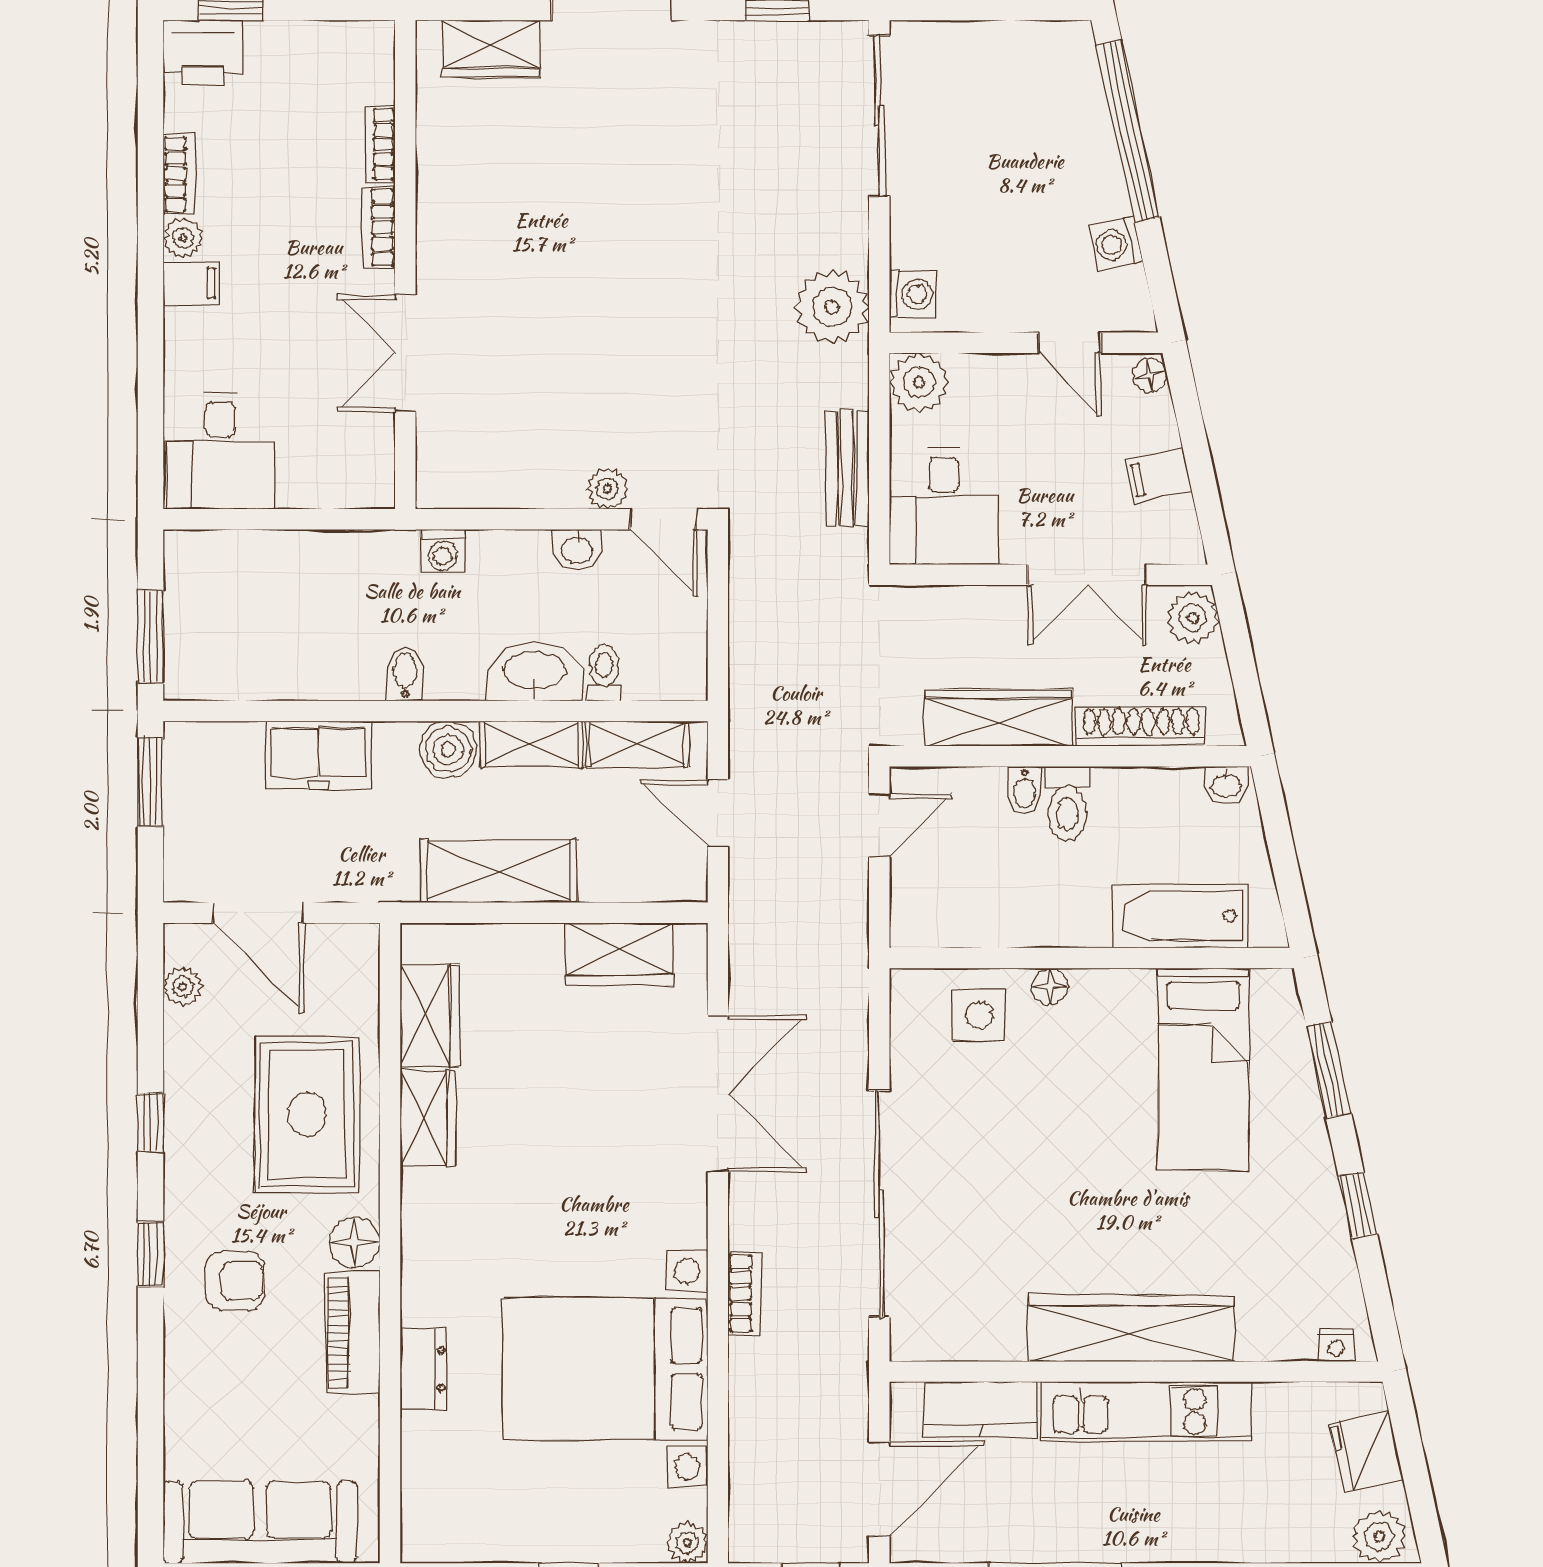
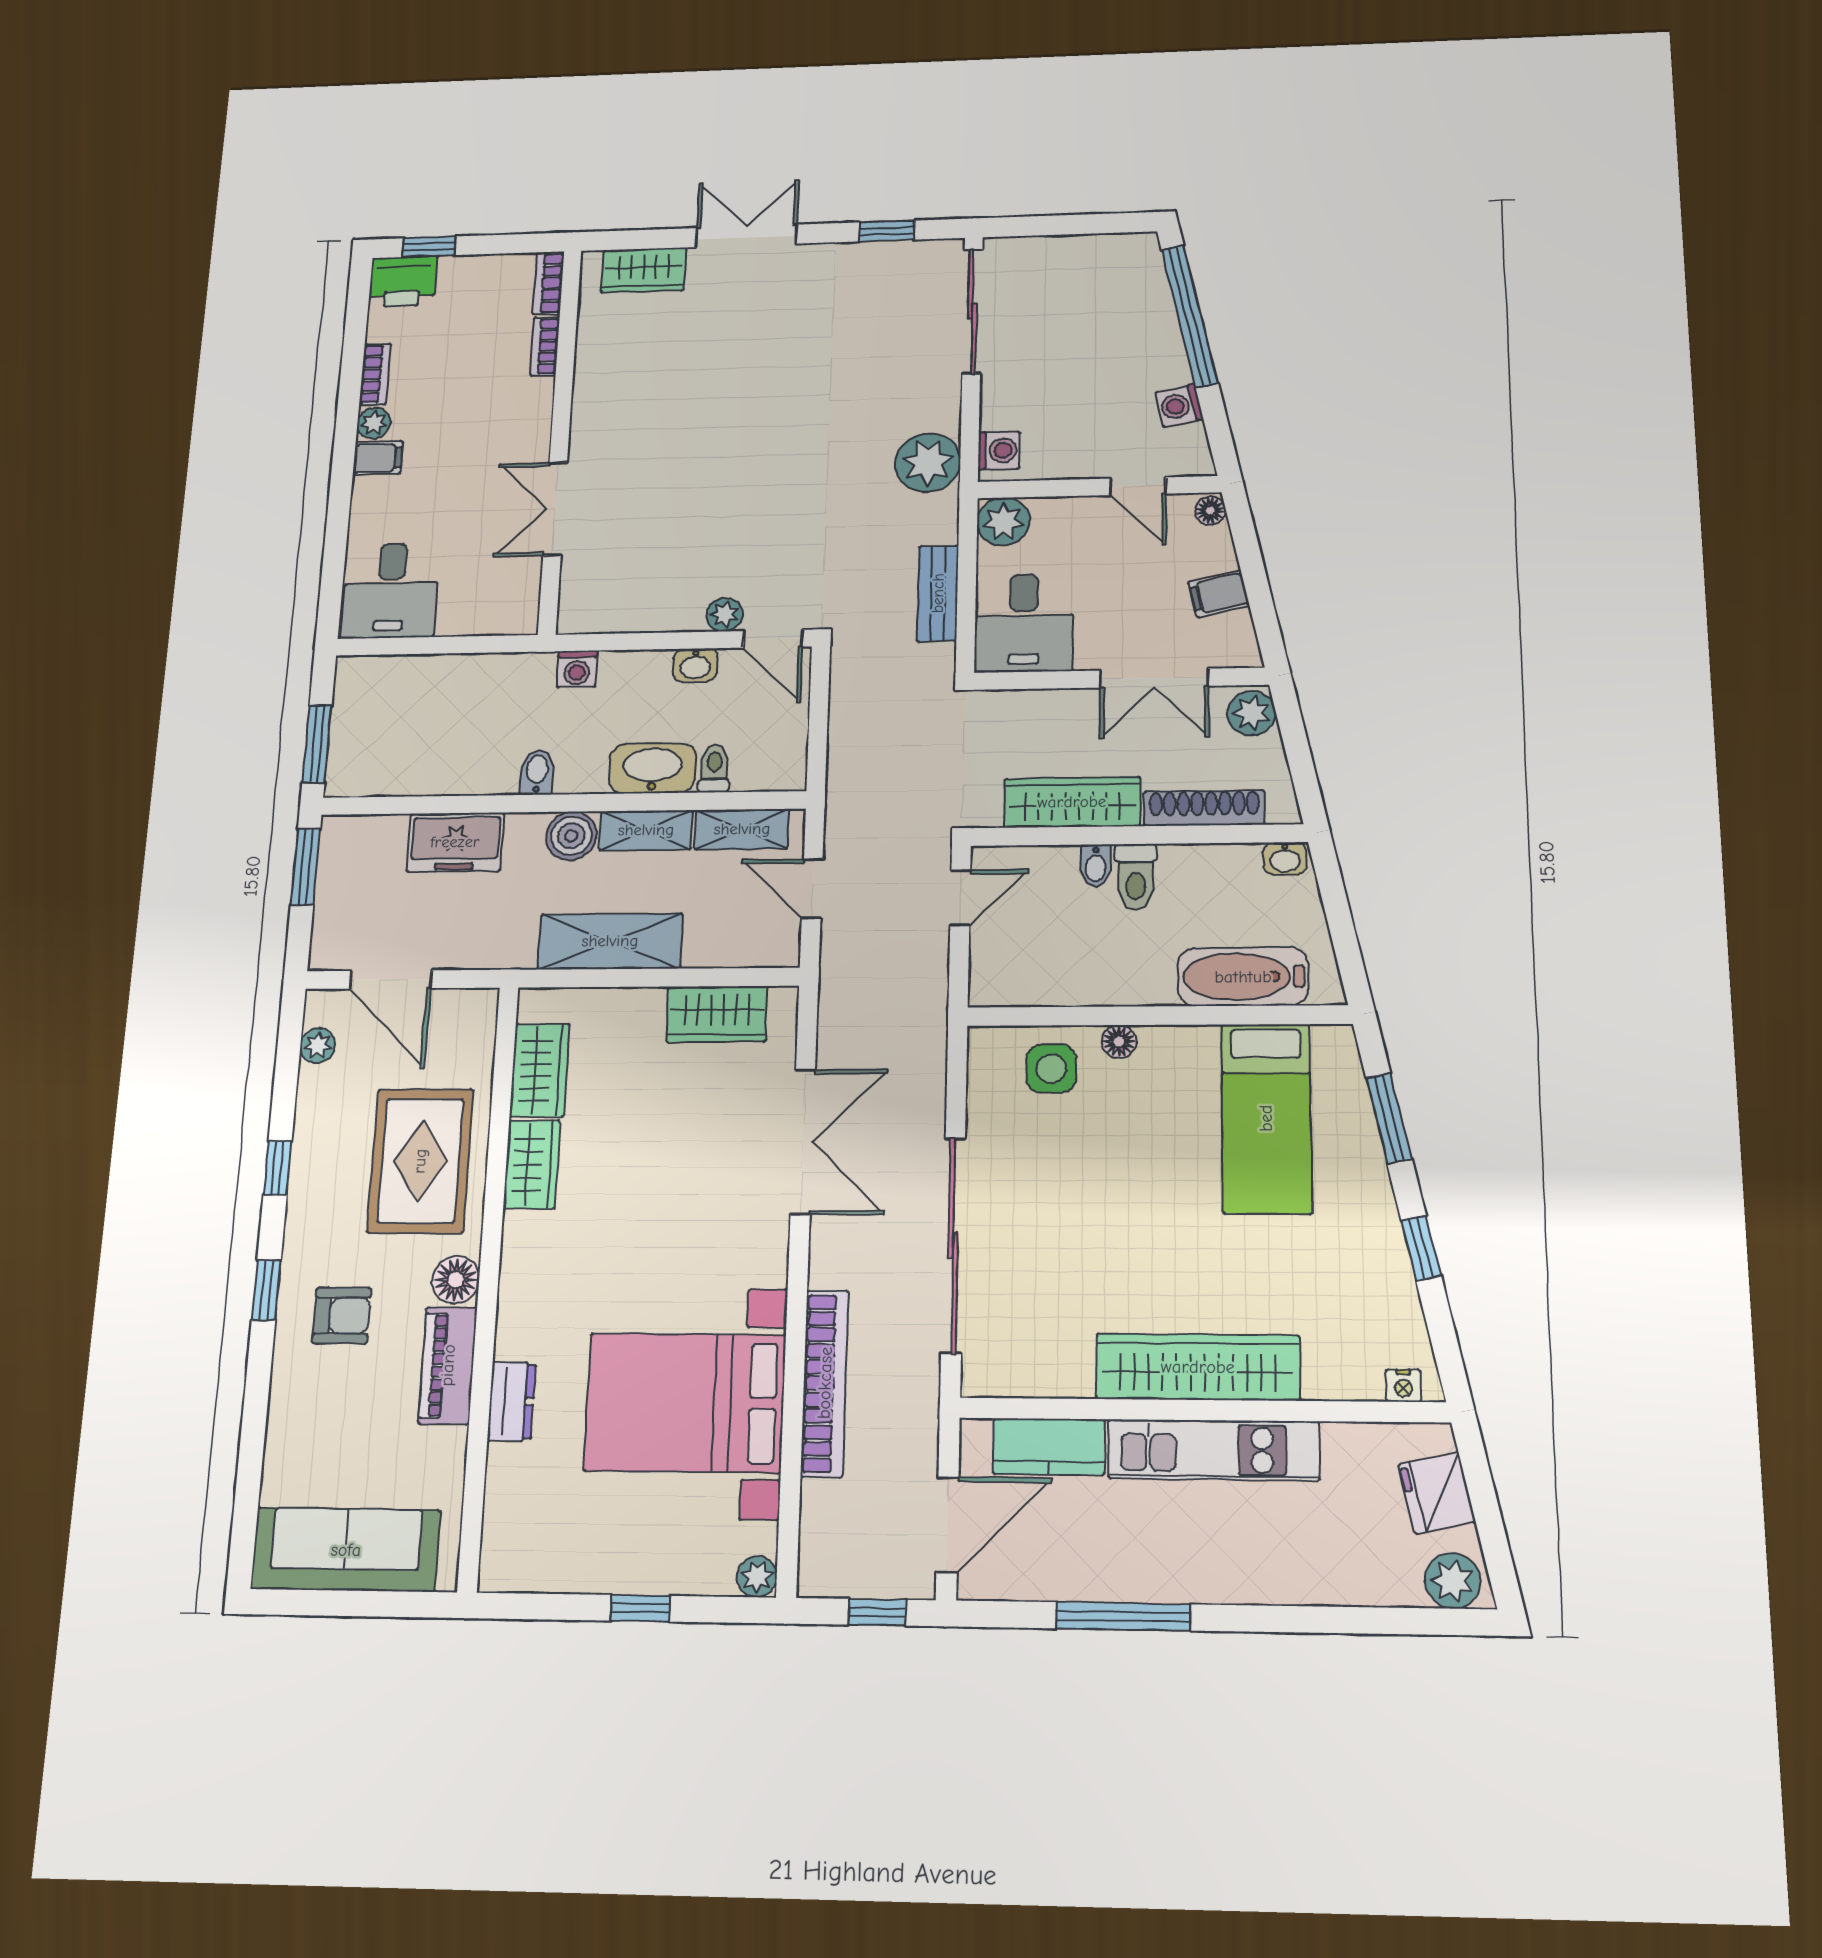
bookcase: (379, 228) -> (548, 283), moved
bookcase: (744, 1294) -> (825, 1383), width x2.31, depth x1.31

